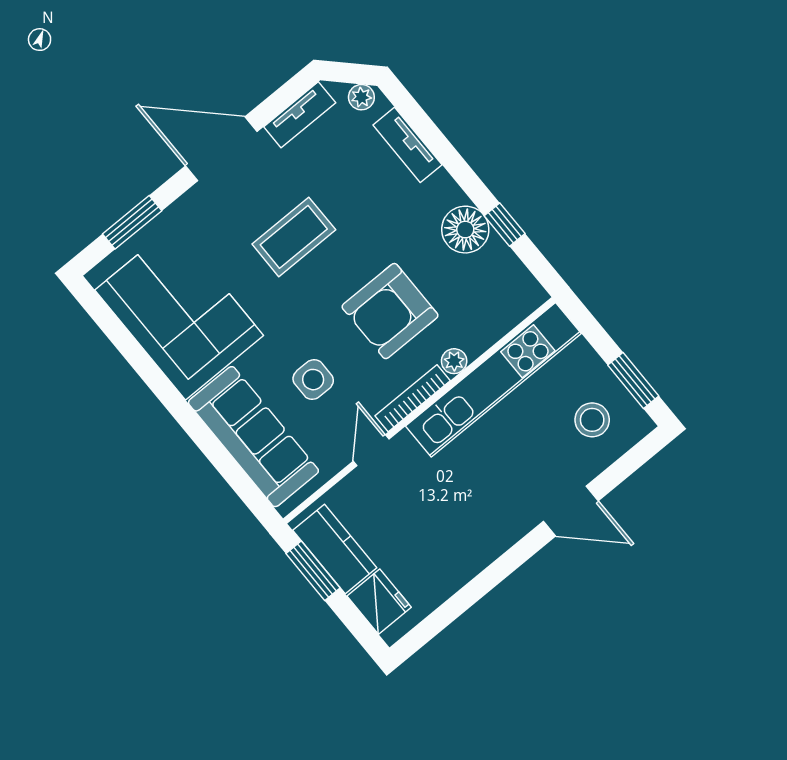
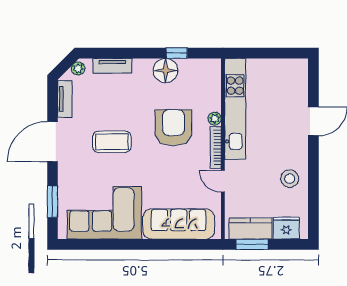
coffee table: (294, 237) -> (112, 142), turned 90
armchair: (390, 311) -> (173, 128), turned 180
side table: (313, 380) -> (175, 181), removed
window: (633, 380) -> (282, 53), removed
stool: (592, 420) -> (290, 179), moved

